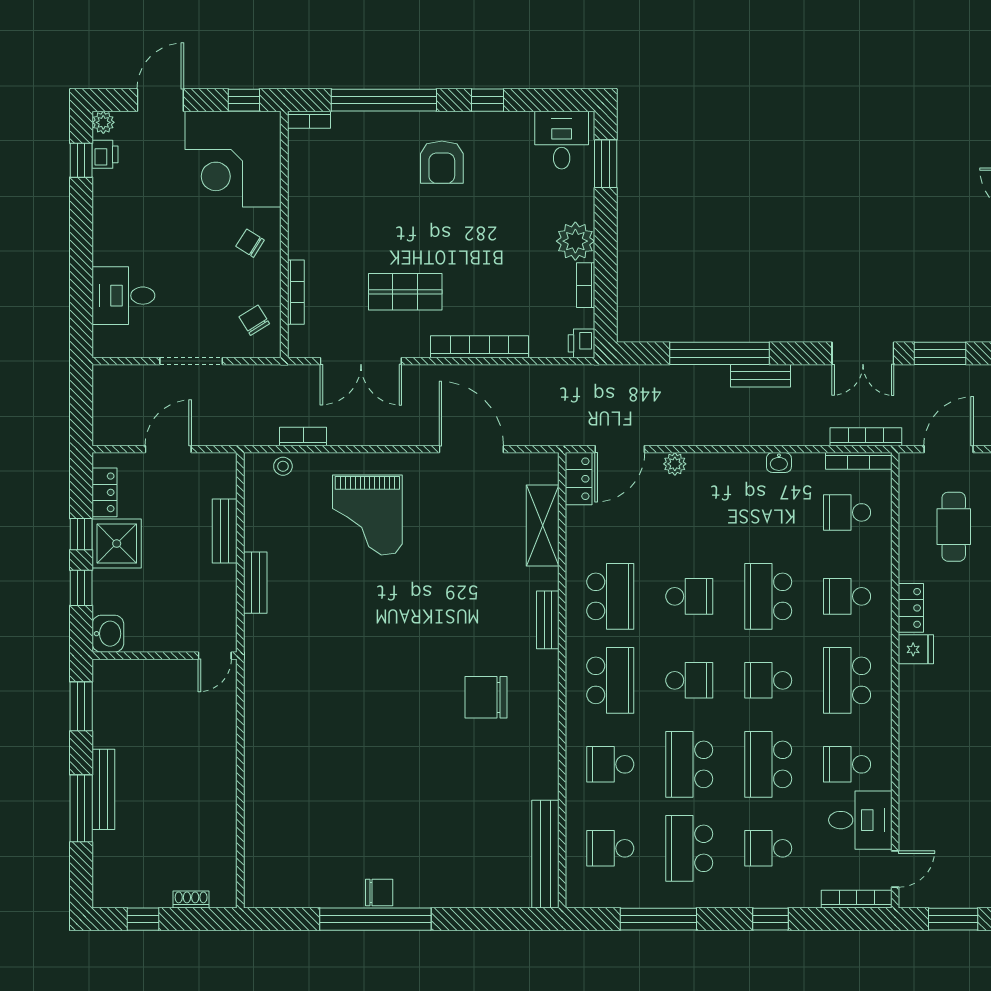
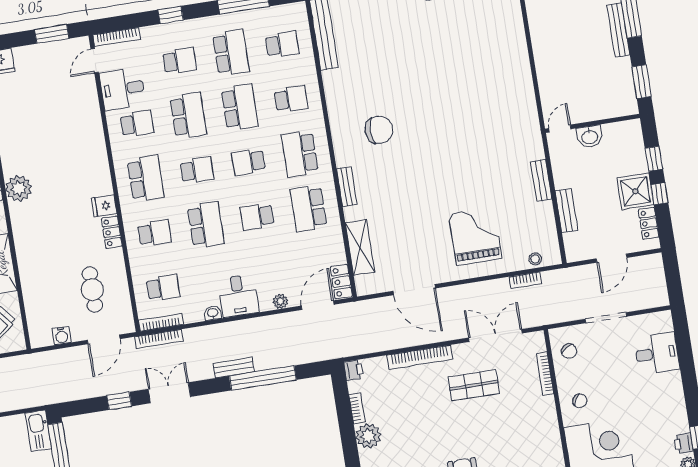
window: (940, 353) -> (119, 401), width x0.67
desk: (736, 483) -> (238, 296), added
washbasin: (108, 634) -> (590, 137), moved, turned -90

